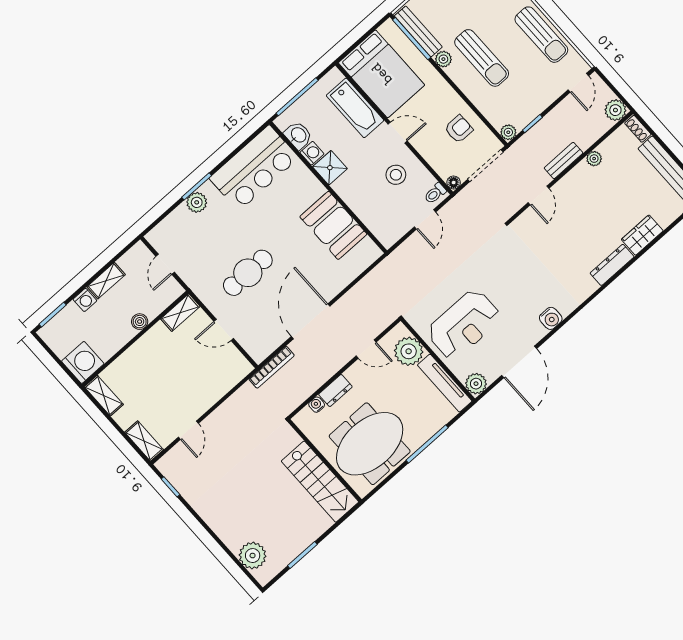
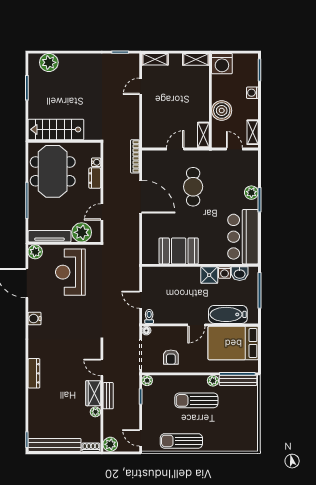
stool: (396, 175) -> (176, 305), removed
wardrobe: (642, 235) -> (93, 393), moved, turned 180
shelving: (106, 281) -> (253, 132), moved
boiler: (140, 322) -> (222, 110), width x1.86, depth x1.86
door: (188, 430) -> (141, 86), hinge flipped

